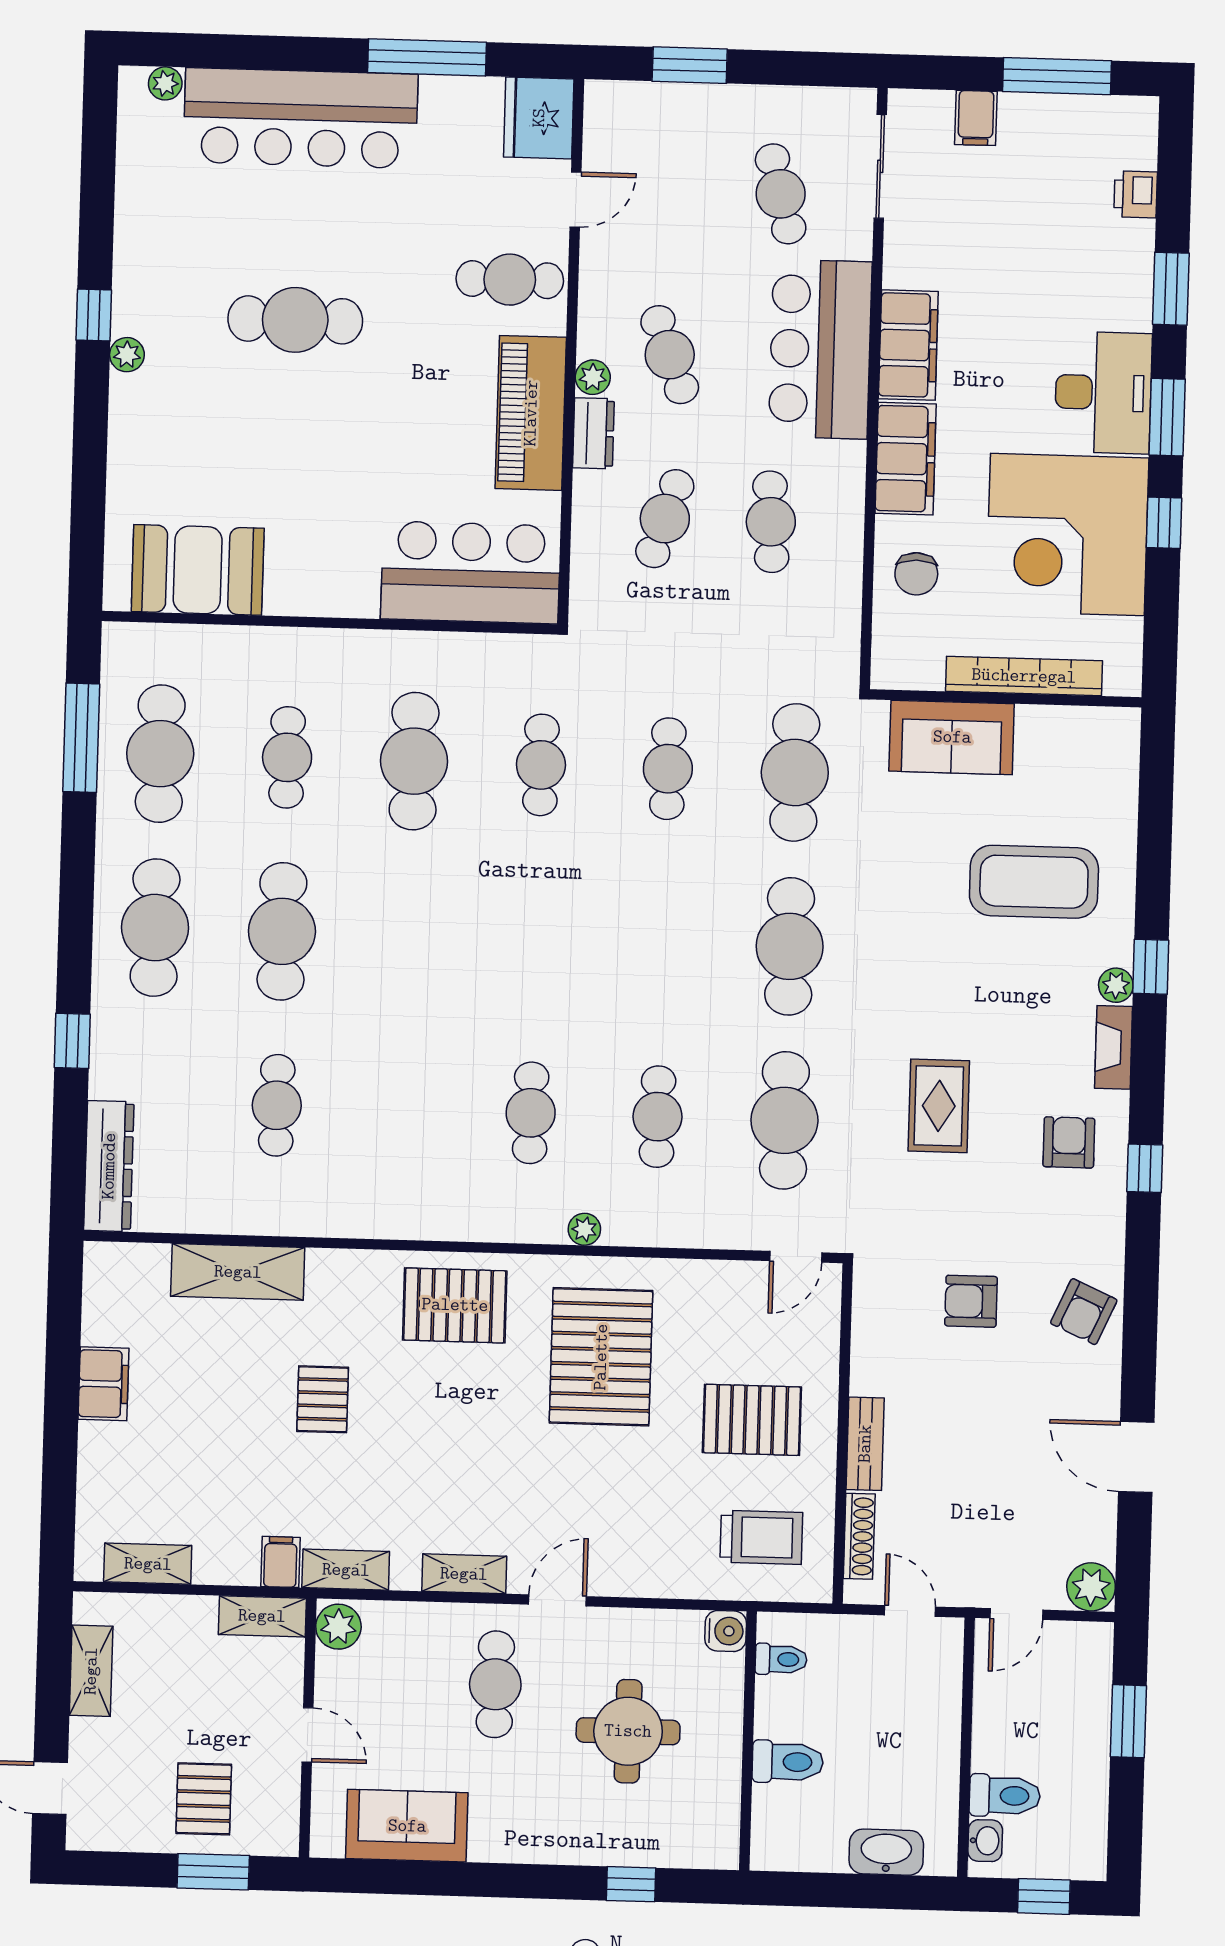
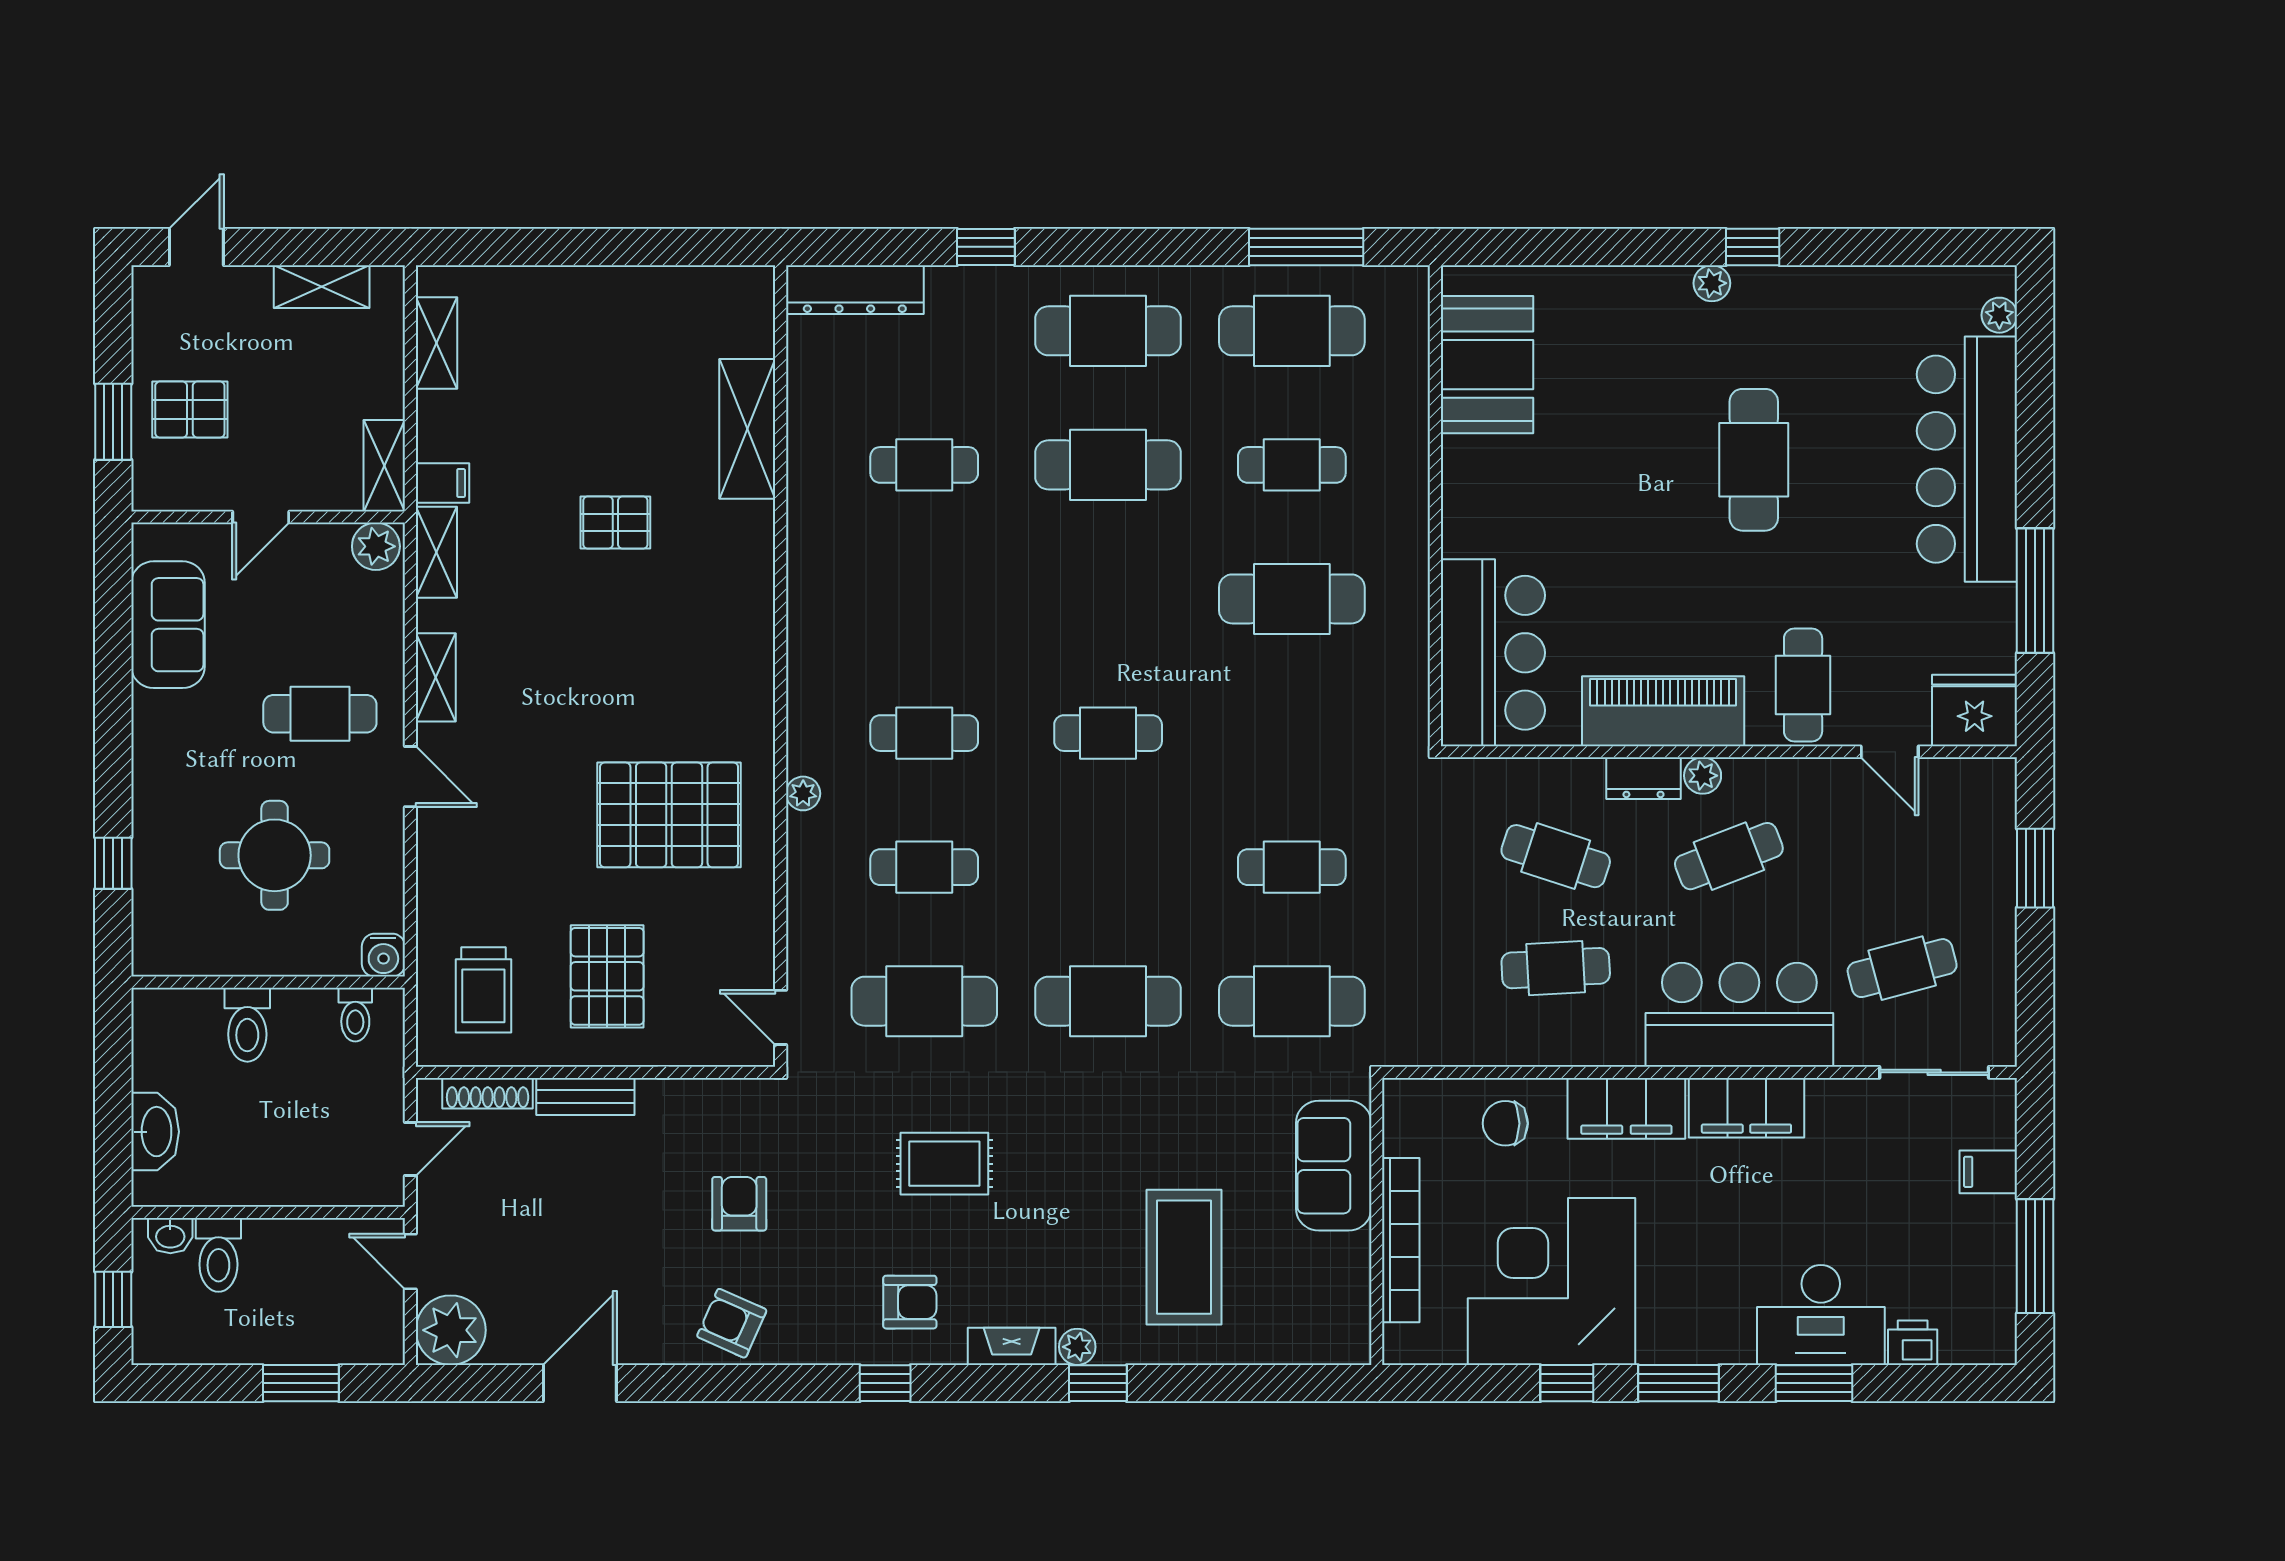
desk: (1103, 393) -> (1821, 1315), moved
cafe table: (541, 765) -> (1108, 733), moved
pallet: (455, 1305) -> (719, 659), removed
filing cabinet: (103, 1384) -> (625, 291), removed
plant: (1091, 1587) -> (451, 1330), width x1.36, depth x1.36

